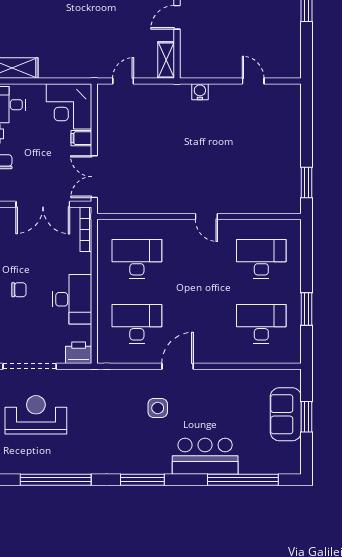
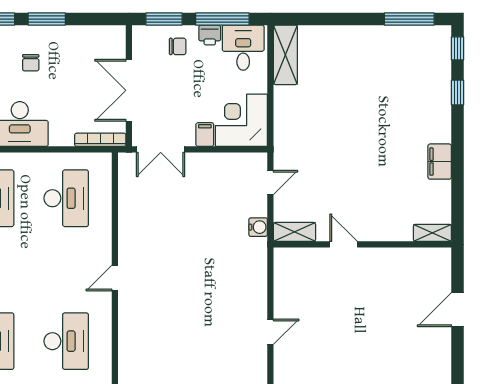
door: (123, 81) -> (270, 182), hinge flipped
water cooler: (200, 92) -> (258, 227), moved
double door: (94, 177) -> (161, 149), swing flipped

